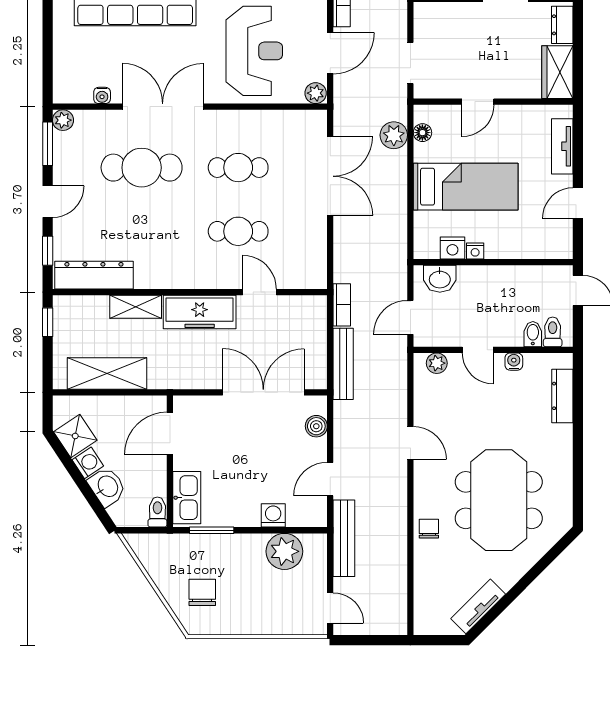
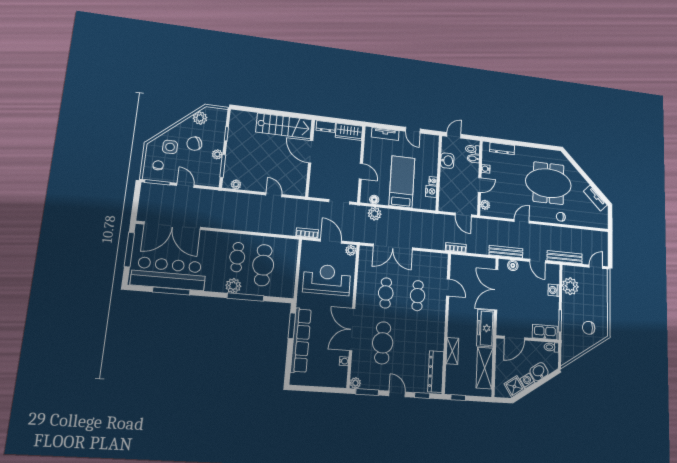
double door: (330, 176) -> (393, 247), swing flipped
washbasin: (440, 279) -> (447, 161), moved
door: (260, 292) -> (448, 287), swing flipped
freezer: (200, 312) -> (485, 328), moved, turned 180
bench: (343, 364) -> (506, 252), moved
door: (170, 433) -> (514, 338), hinge flipped

